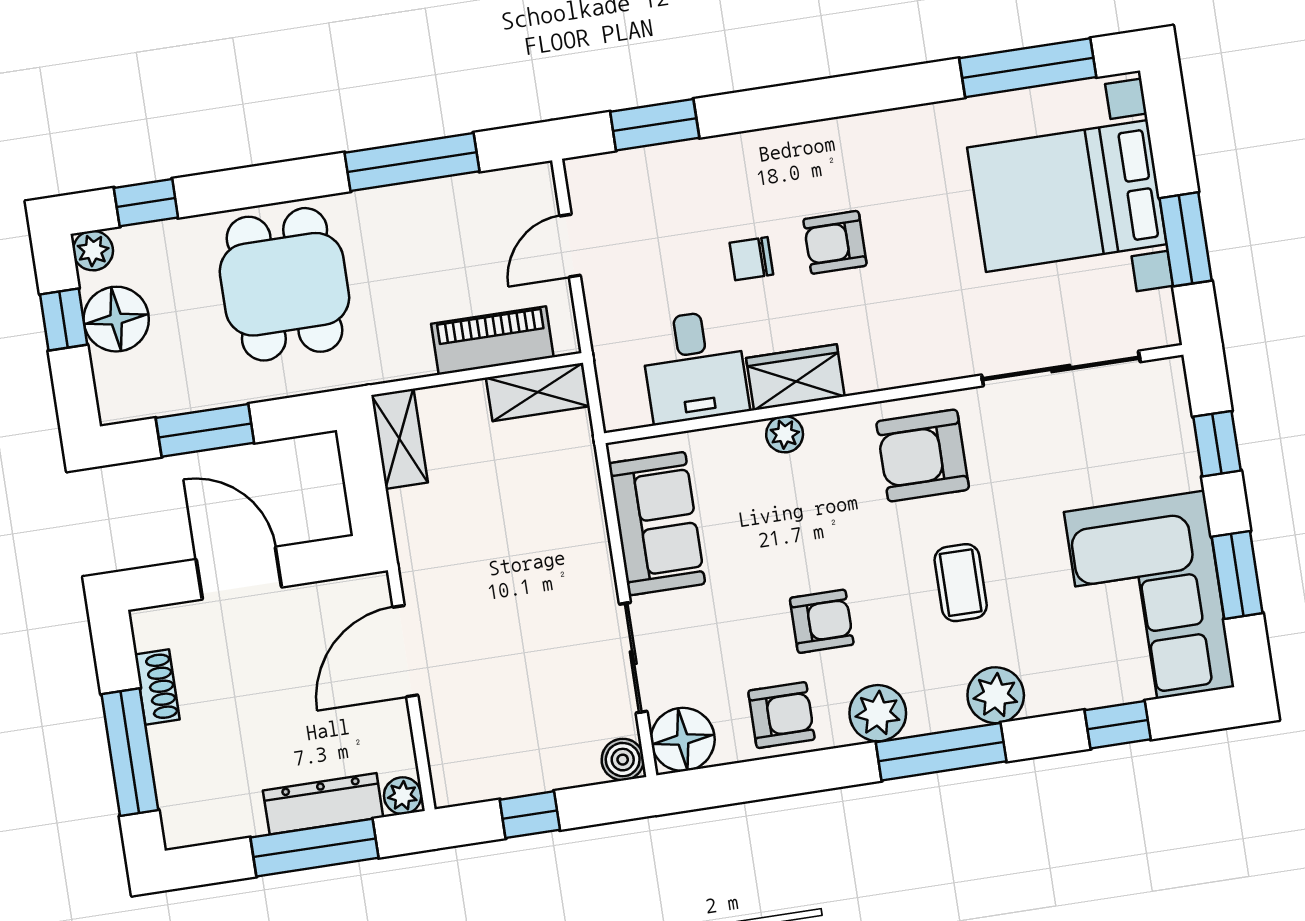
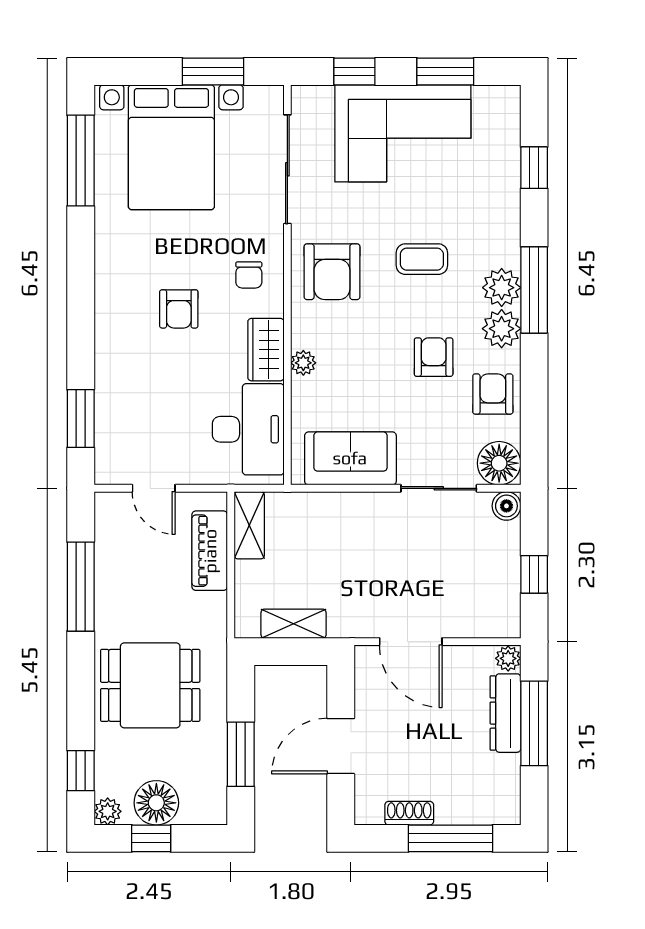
chair: (751, 259) -> (249, 275), moved
desk: (694, 366) -> (248, 429), width x1.37
shelving: (399, 439) -> (294, 624), moved
corner sofa: (1149, 599) -> (403, 133), moved
plant: (996, 695) -> (502, 288), moved

